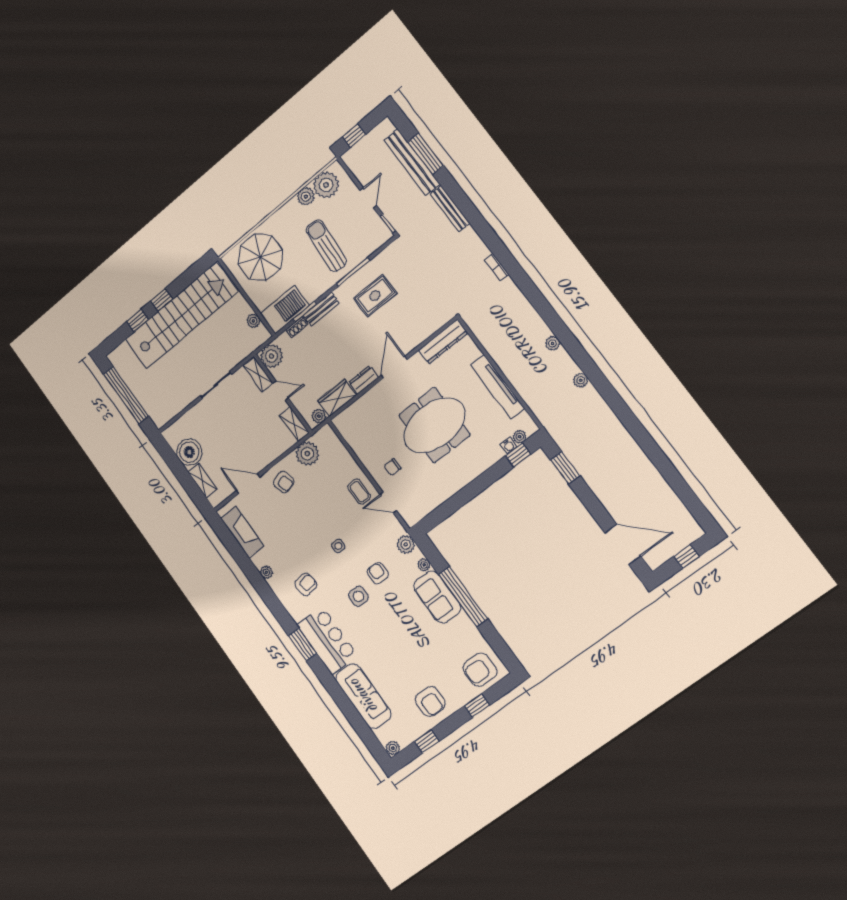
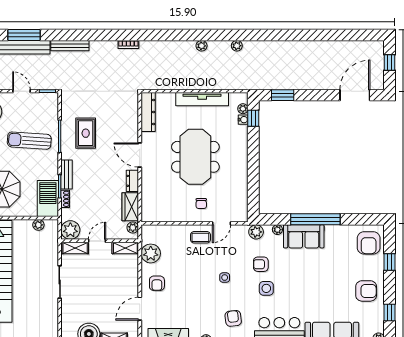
armchair: (284, 482) -> (157, 283), turned 104

